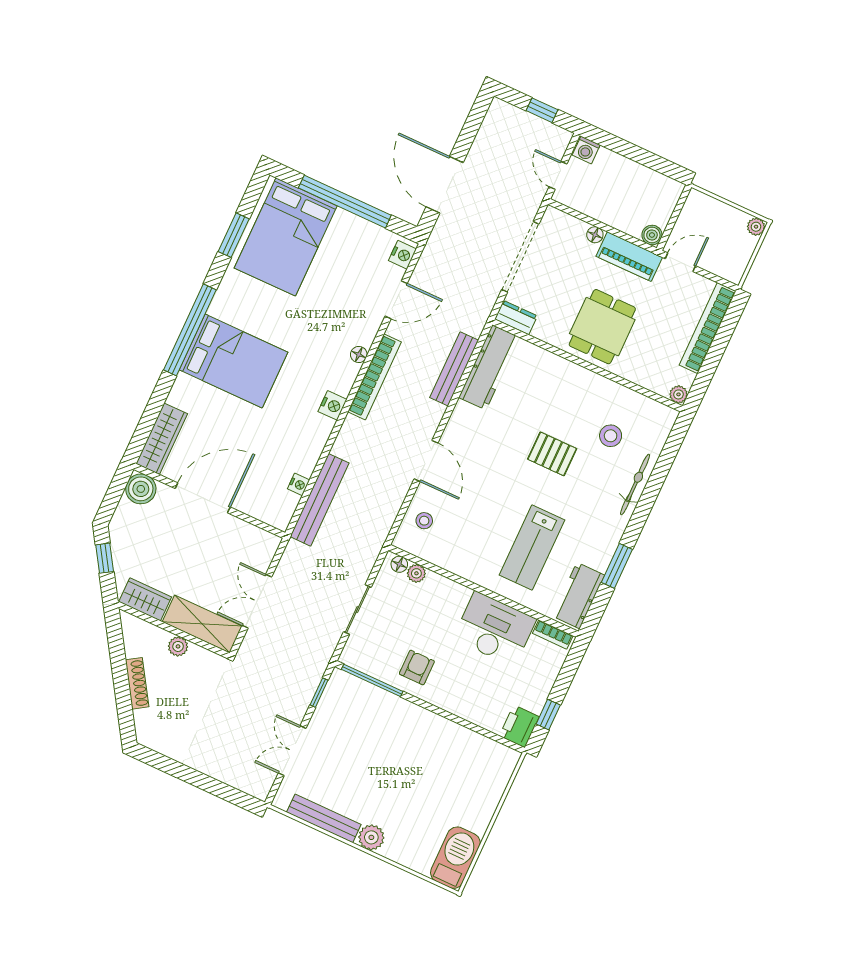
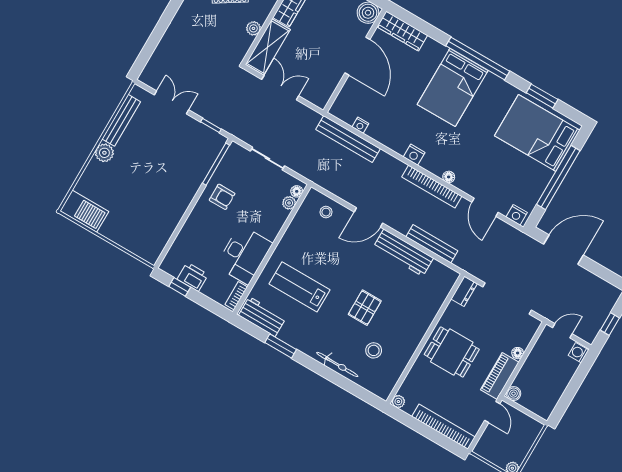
workbench: (489, 367) -> (403, 253), moved
printer: (519, 726) -> (193, 277), moved

